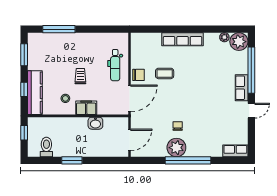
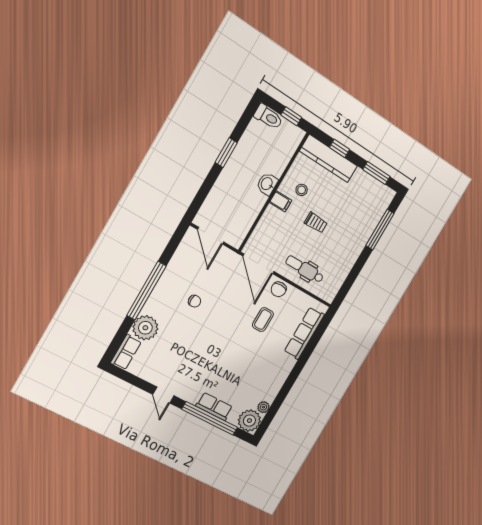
row of seats: (183, 39) -> (304, 333), moved
row of seats: (242, 88) -> (214, 406), moved
filing cabinet: (86, 108) -> (281, 201), width x0.50
washbasin: (95, 123) -> (267, 184), moved
toilet: (46, 147) -> (268, 117), moved
plant: (176, 148) -> (145, 328), moved

